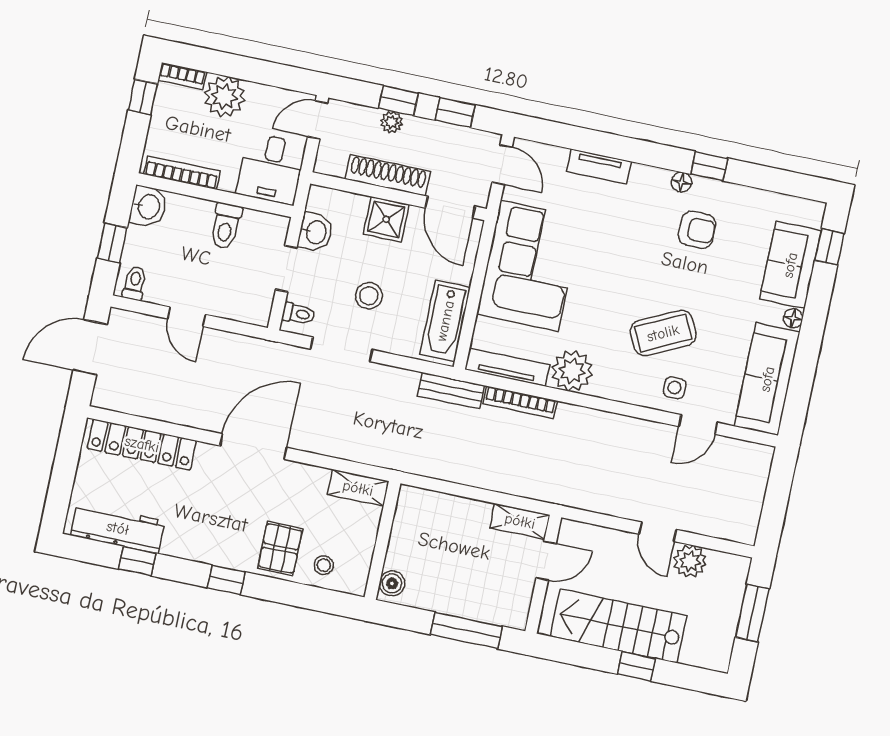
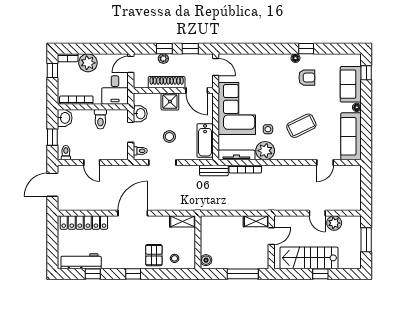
tv unit: (599, 166) -> (258, 59), removed
side table: (675, 388) -> (268, 129), moved

